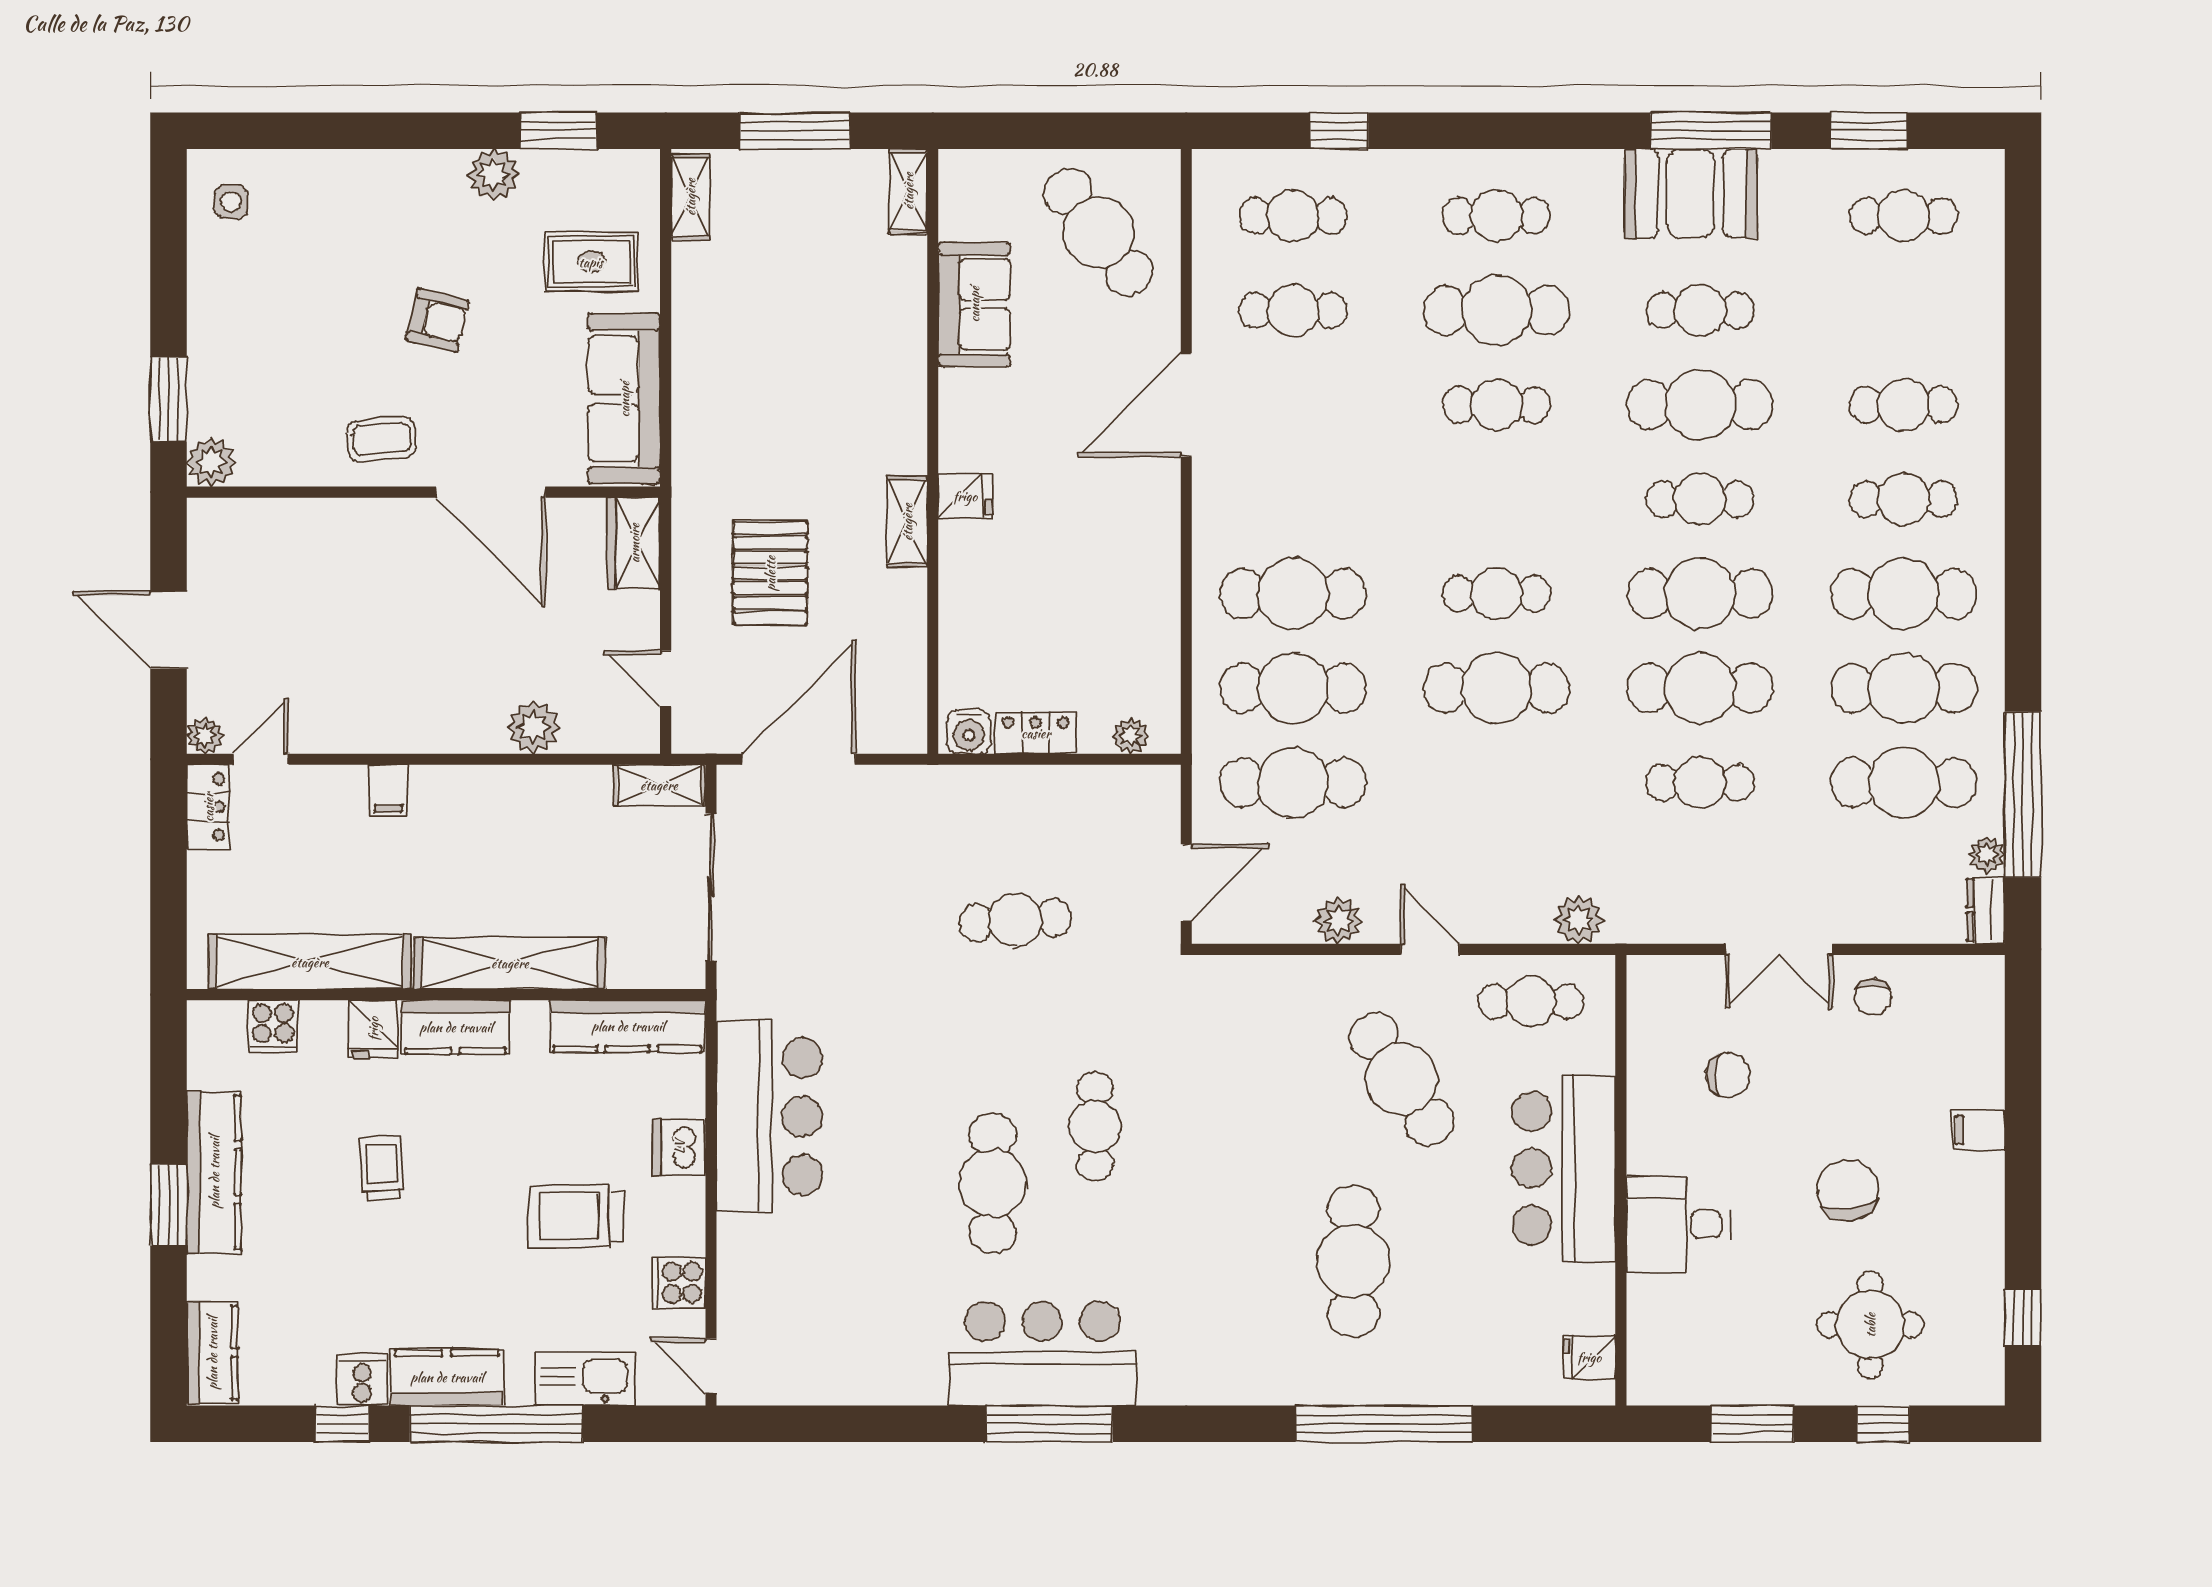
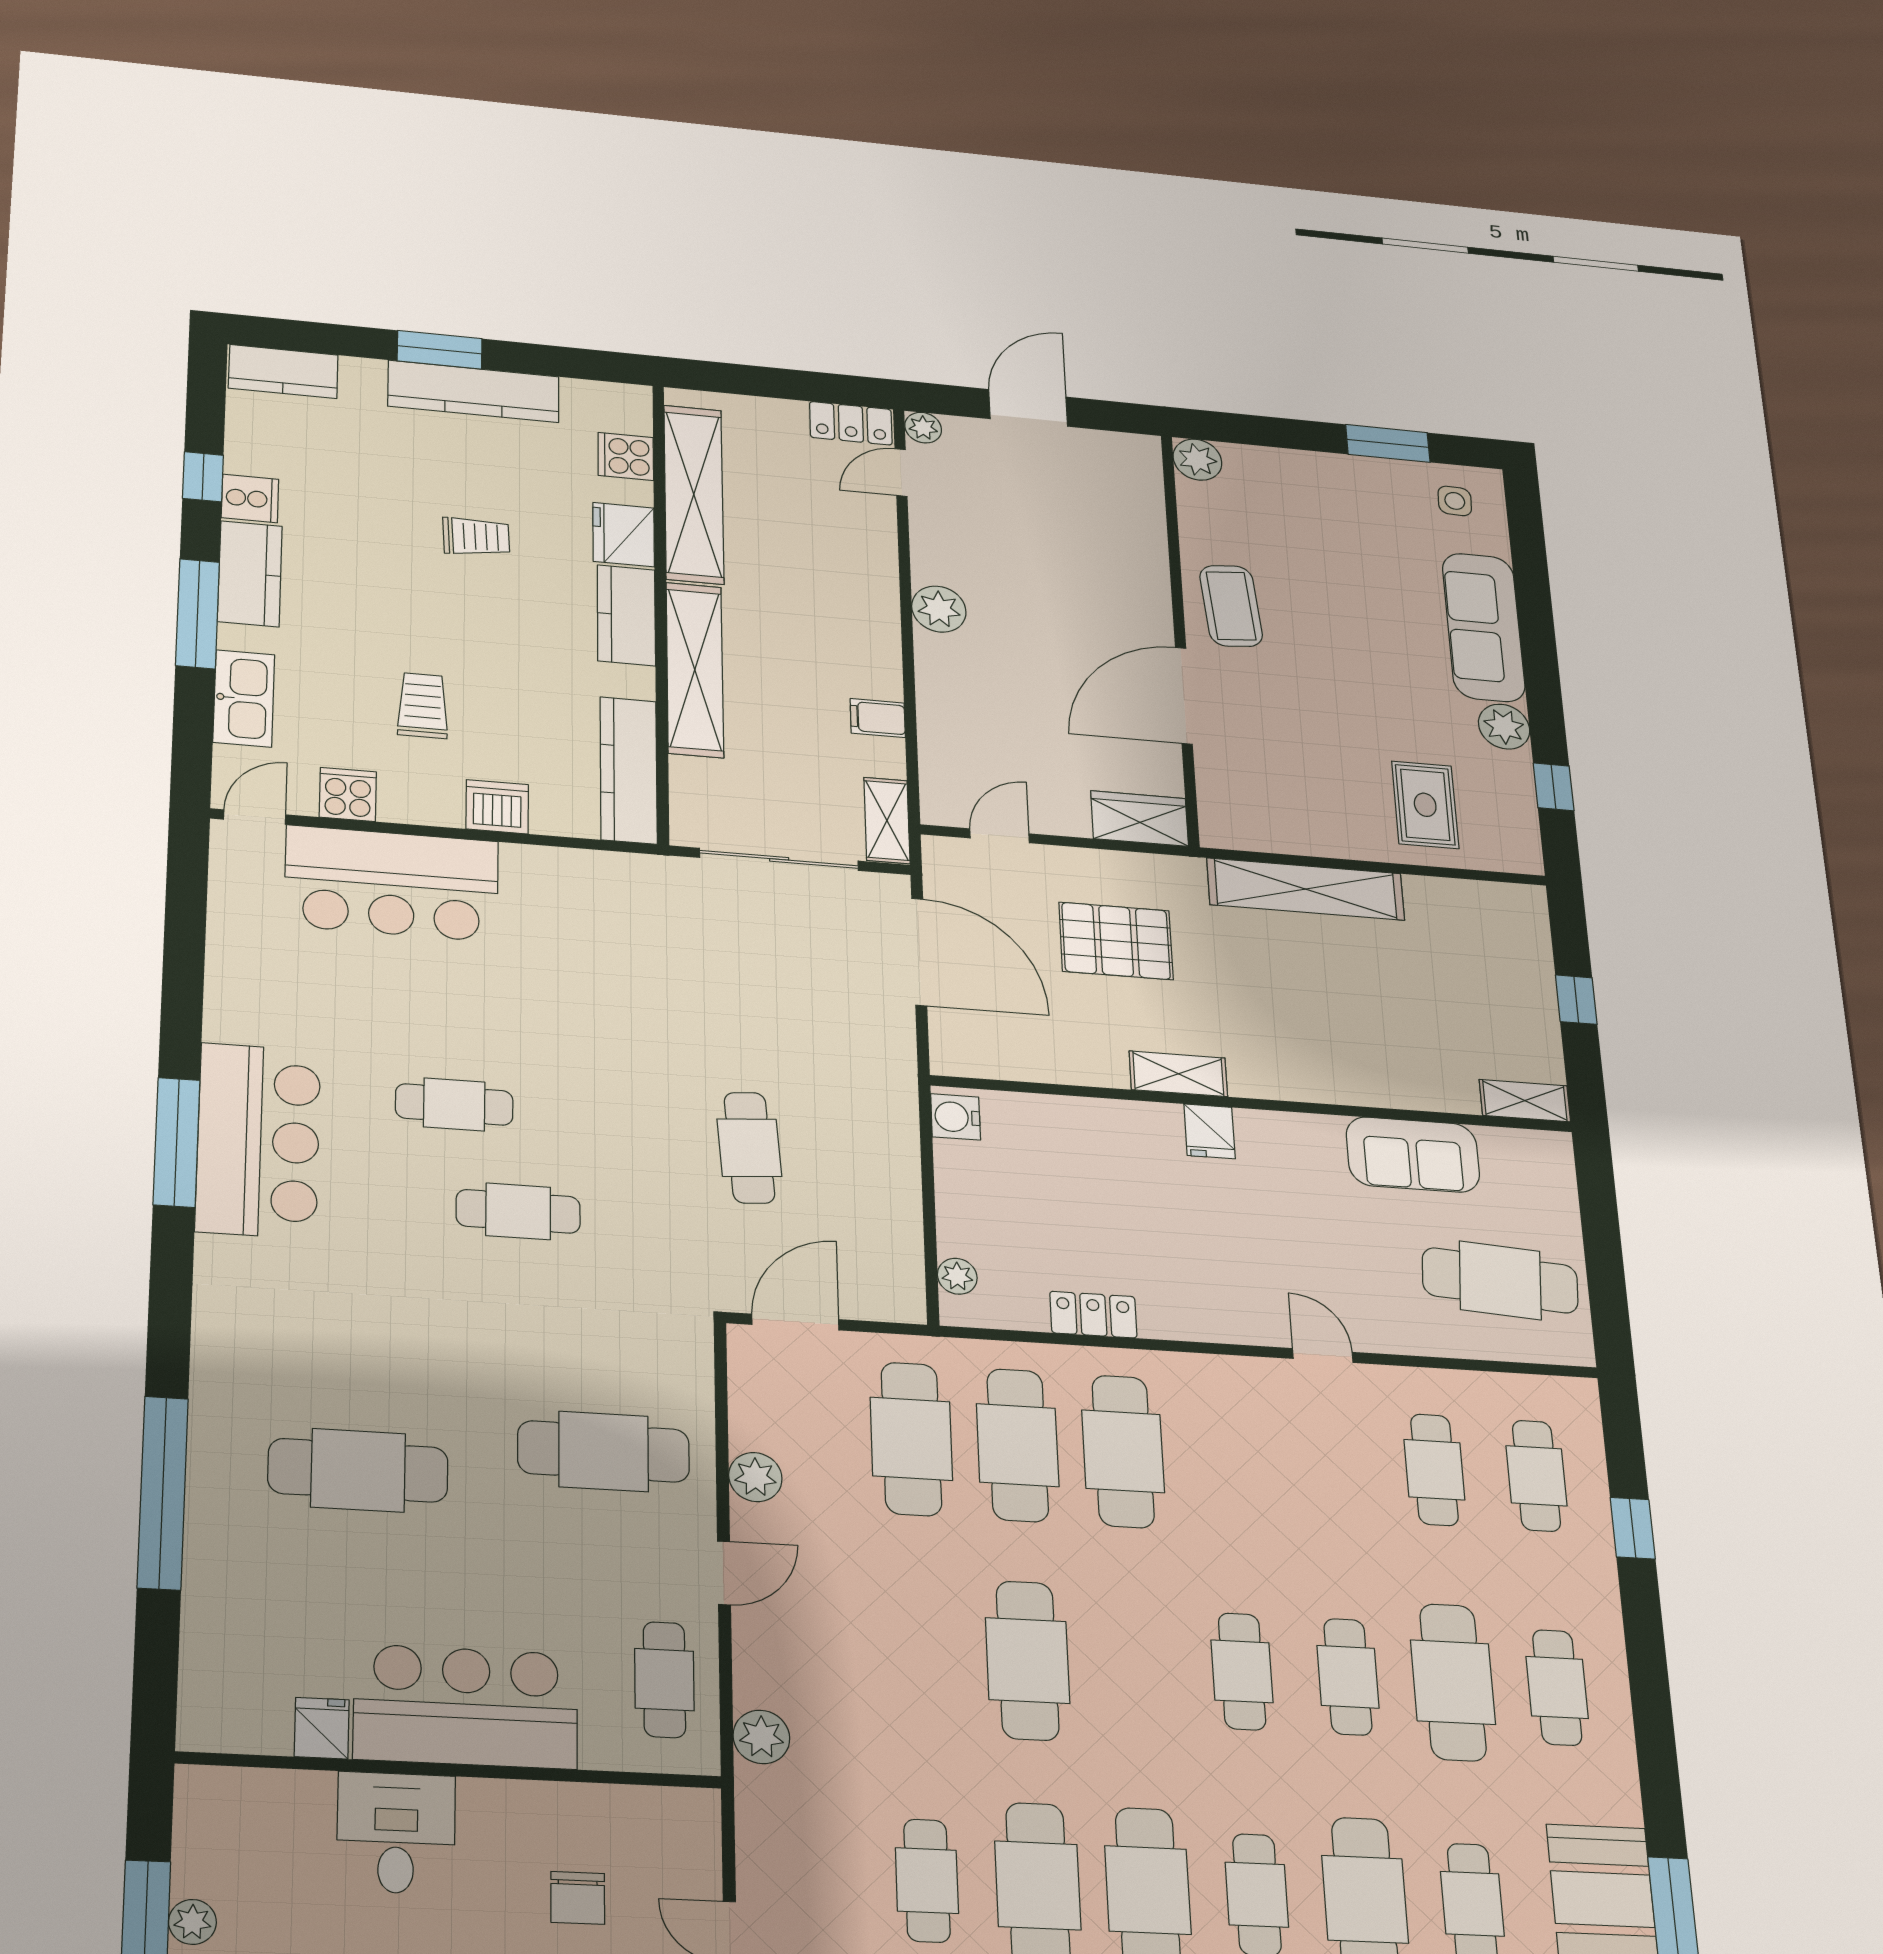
window: (558, 131) -> (1554, 787), width x0.67
window: (795, 131) -> (1576, 1000), width x0.46
shelving: (690, 197) -> (1306, 889), moved, width x2.20, depth x1.33
cafe table: (1099, 232) -> (1500, 1280), turned 41
armchair: (437, 320) -> (1354, 665), removed
window: (169, 399) -> (1388, 443), moved
sofa: (624, 399) -> (1484, 627), moved, turned -90
door: (1186, 405) -> (1323, 1355), width x0.53
coffee table: (382, 439) -> (1231, 606), width x1.36, depth x1.30
cafe table: (1497, 594) -> (1242, 1671), moved
plant: (533, 727) -> (939, 609), moved
locker: (1036, 733) -> (1093, 1315), moved, turned -90
door: (261, 759) -> (901, 473), swing flipped
filing cabinet: (388, 790) -> (878, 718), moved
door: (1186, 883) -> (795, 1322), swing flipped
fridge: (373, 1029) -> (624, 535), width x1.38
cafe table: (1402, 1079) -> (604, 1451), moved, turned 33
bar counter: (769, 1117) -> (392, 883), moved
cafe table: (993, 1183) -> (454, 1104), width x0.73, depth x0.74
trolley: (576, 1216) -> (423, 706), width x0.73, depth x0.72
fridge: (1589, 1357) -> (322, 1728), moved
plant: (1762, 1387) -> (192, 1922), added
window: (496, 1424) -> (198, 614), width x0.68

